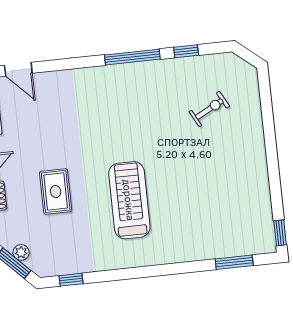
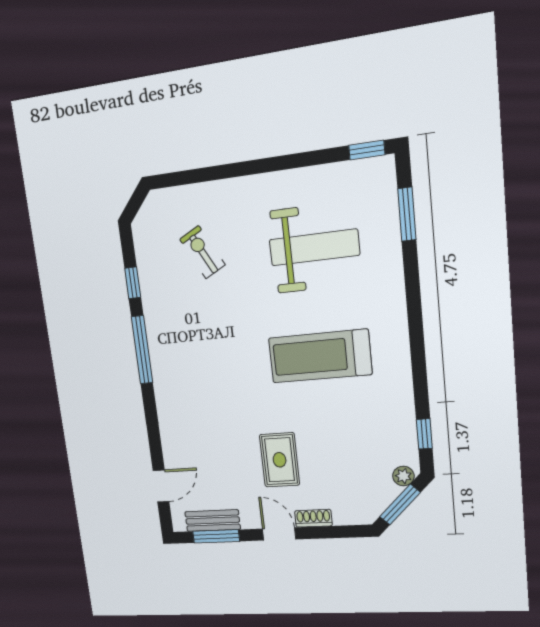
rug: (56, 191) -> (280, 460), moved, turned 90
weight bench: (212, 195) -> (314, 247), added
plant: (21, 252) -> (403, 476), moved

